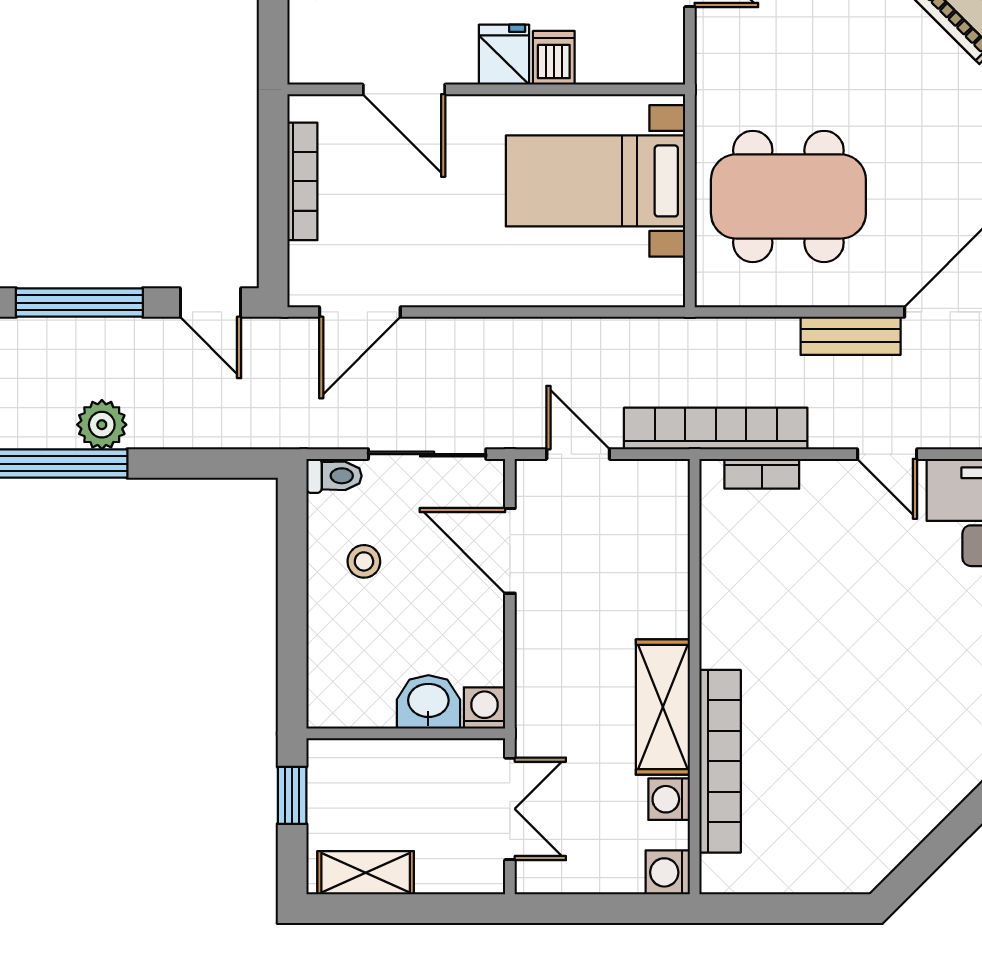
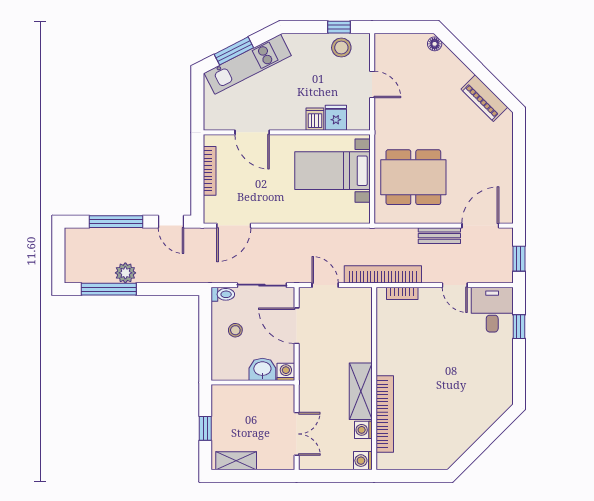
fridge: (504, 55) -> (336, 118), moved
washbasin: (428, 702) -> (262, 369), moved
washing machine: (484, 708) -> (286, 372), moved
wall: (406, 733) -> (253, 382), moved

